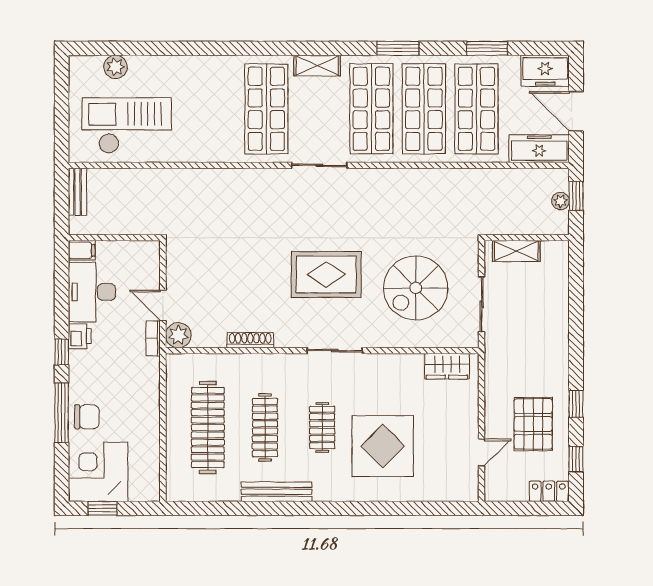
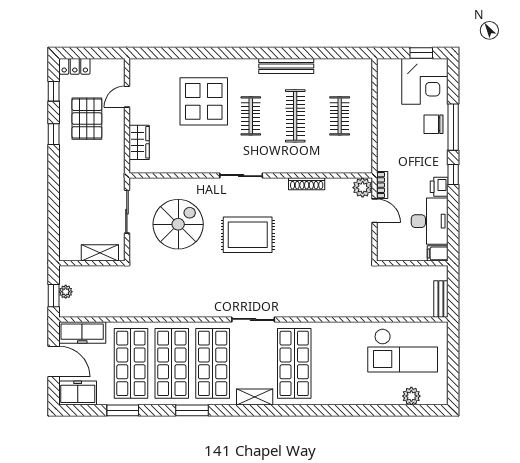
wardrobe: (447, 366) -> (139, 142), moved, turned 90
clothes rail: (208, 427) -> (340, 116), width x0.54, depth x0.76

